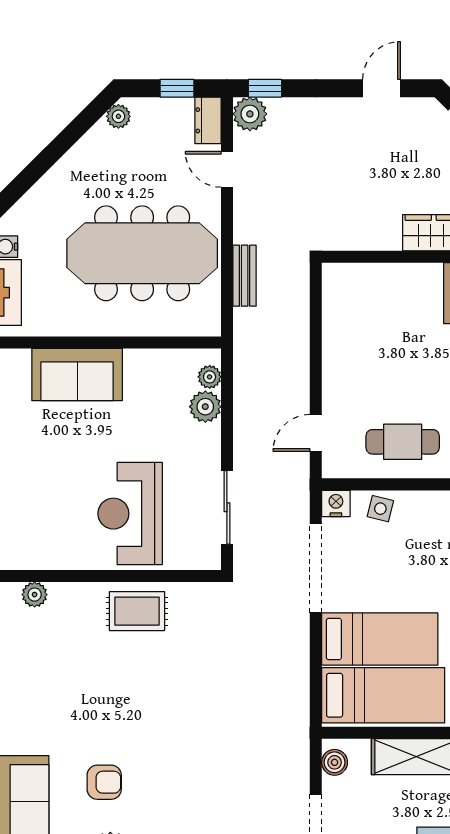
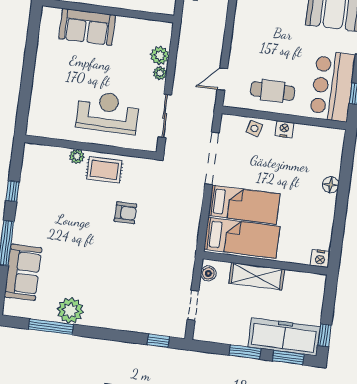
plant: (210, 377) -> (160, 73), moved
nightstand: (336, 503) -> (284, 129), moved
reception desk: (130, 514) -> (108, 112), turned 90
plant: (35, 595) -> (77, 156), moved
armchair: (104, 782) -> (125, 213), moved

